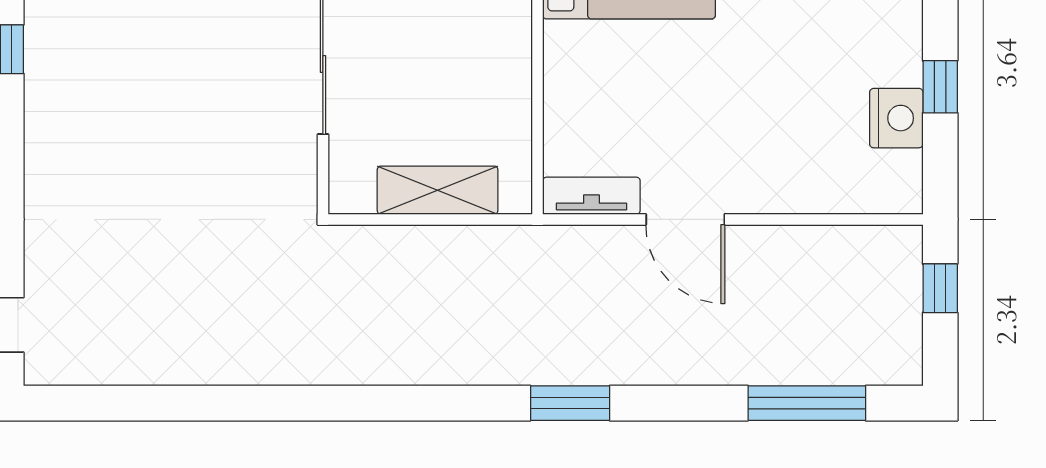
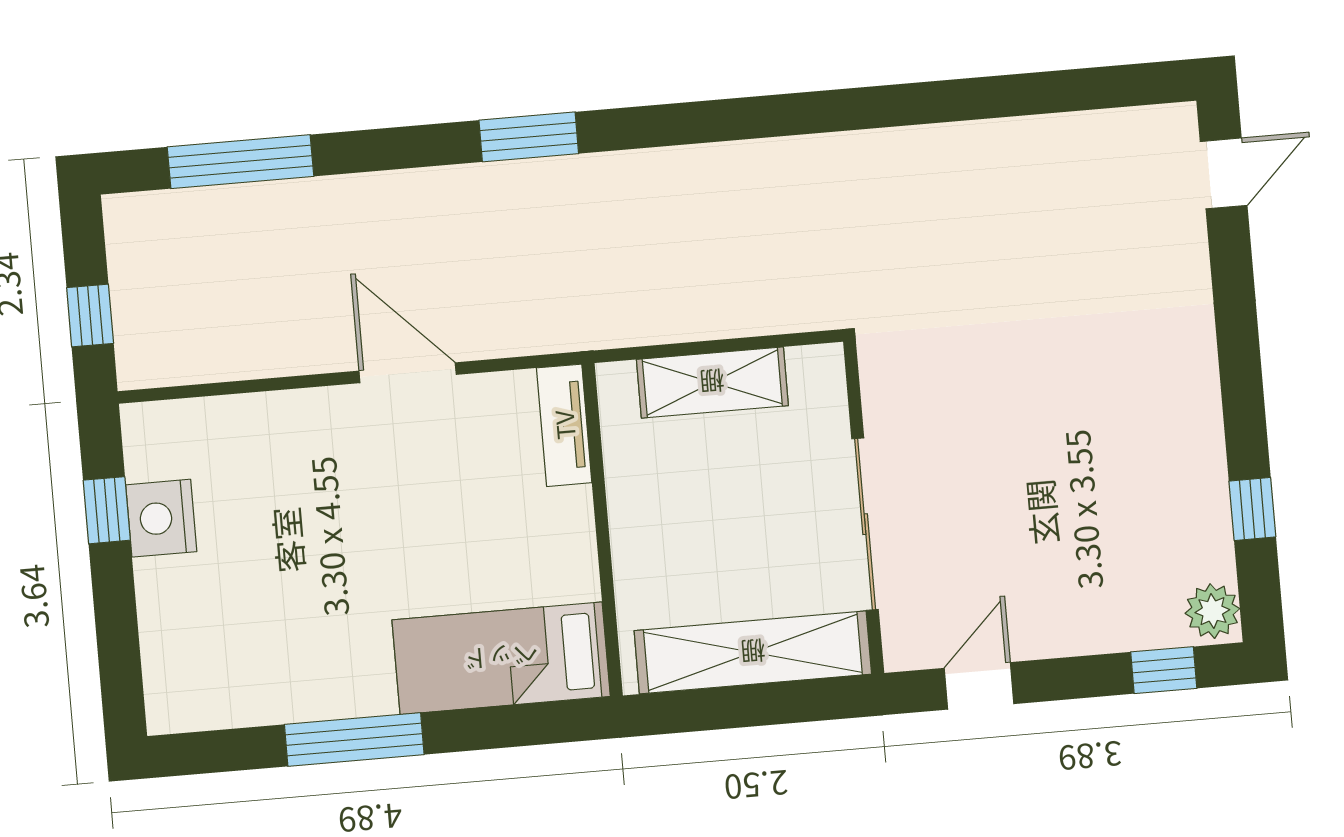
window: (940, 87) -> (107, 510), moved
tv unit: (591, 196) -> (564, 425), moved, turned 90

